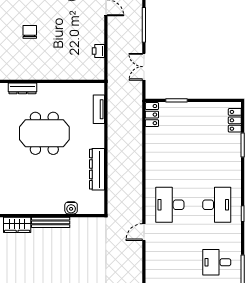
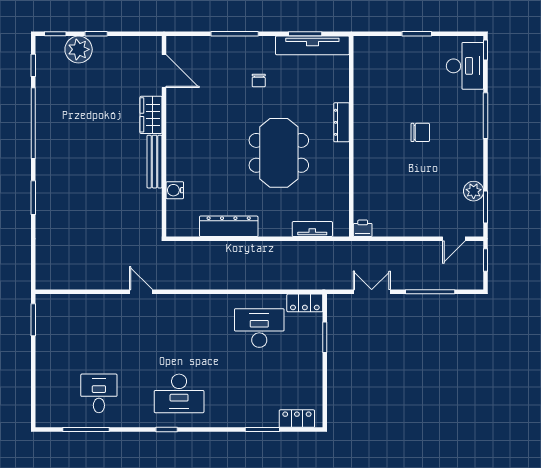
printer: (98, 51) -> (363, 228), moved
desk: (170, 205) -> (259, 328), moved

